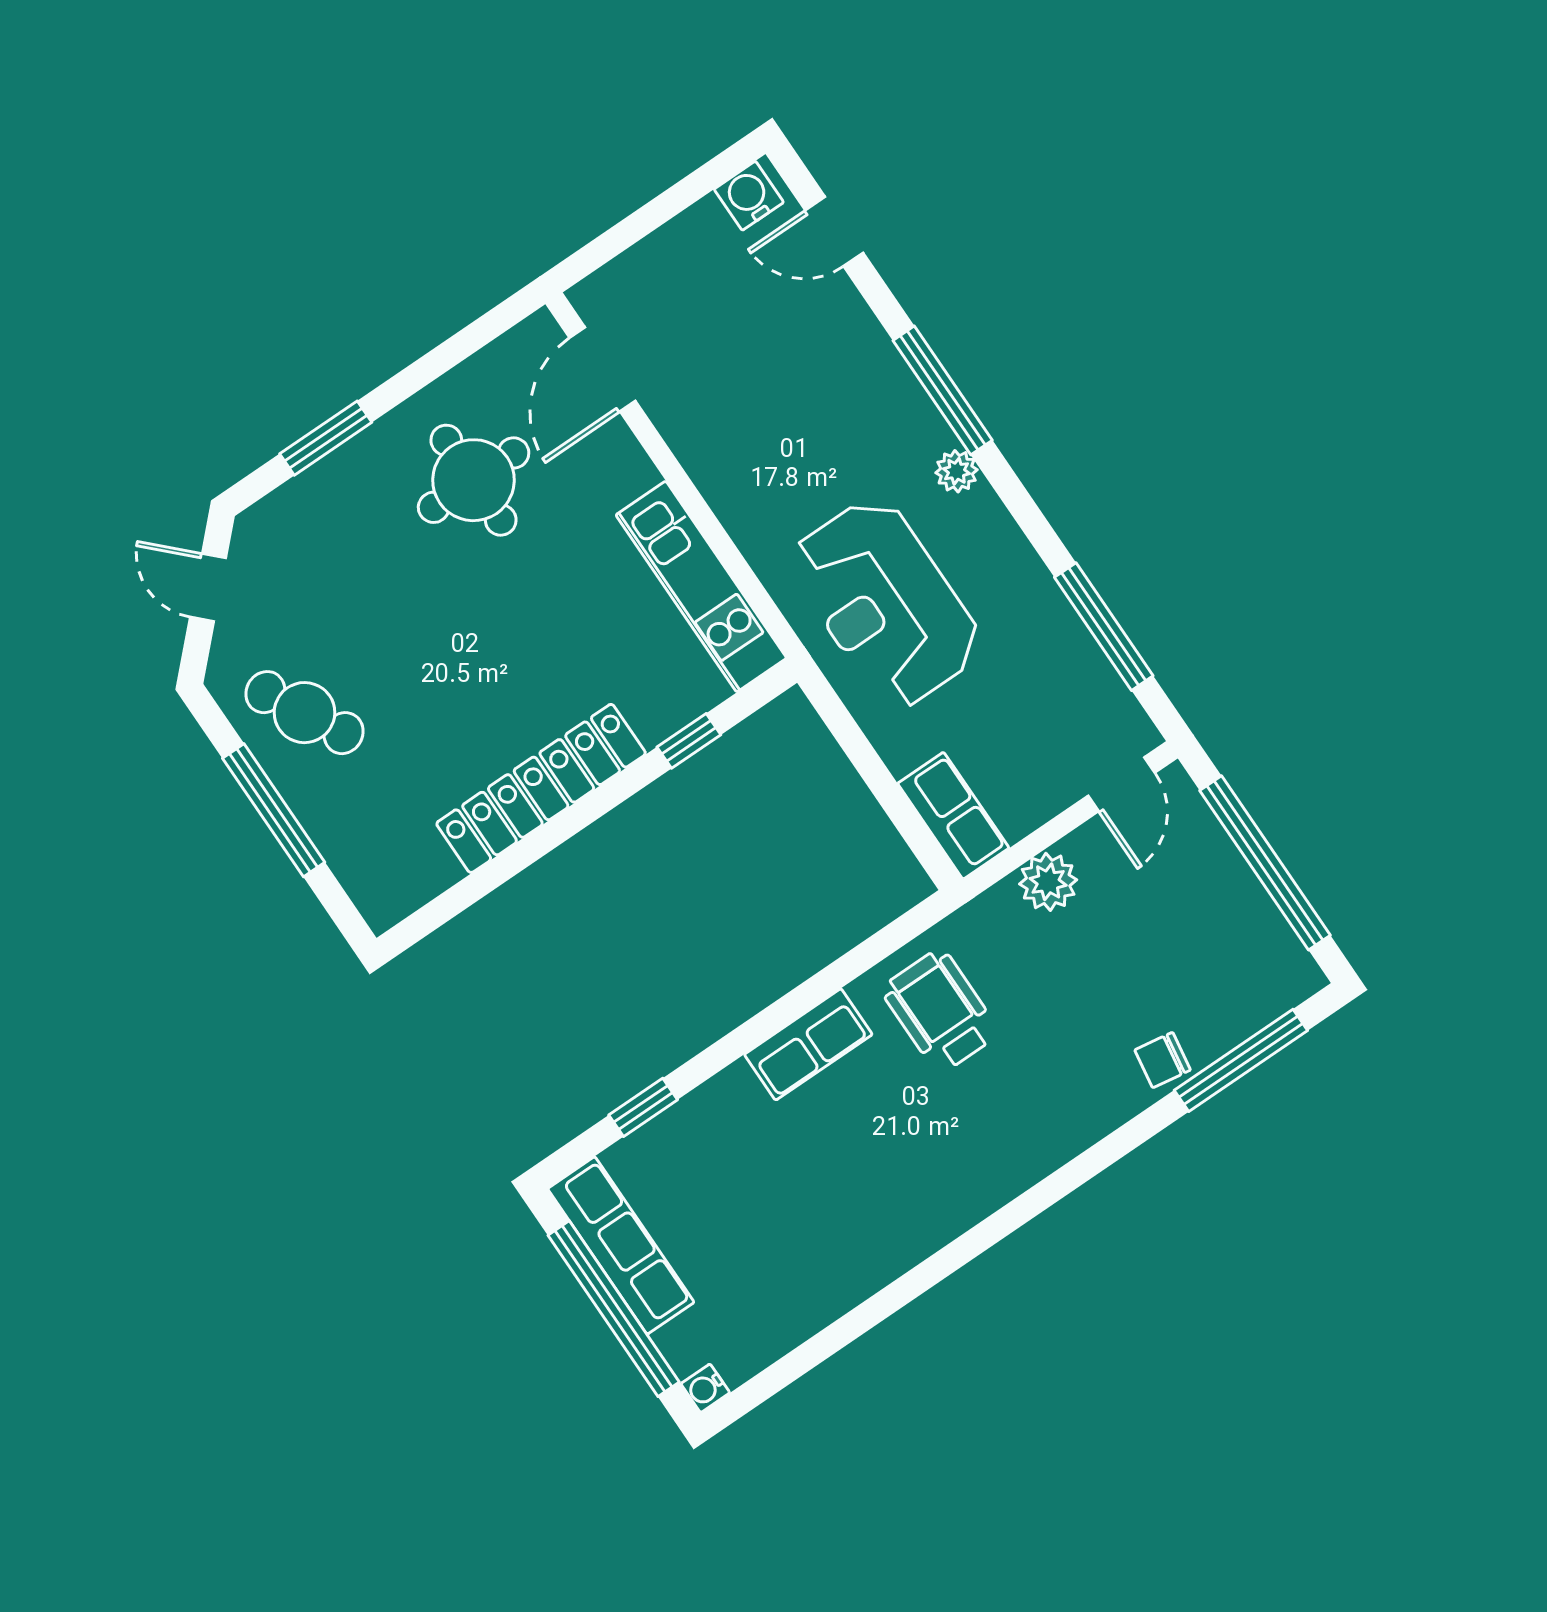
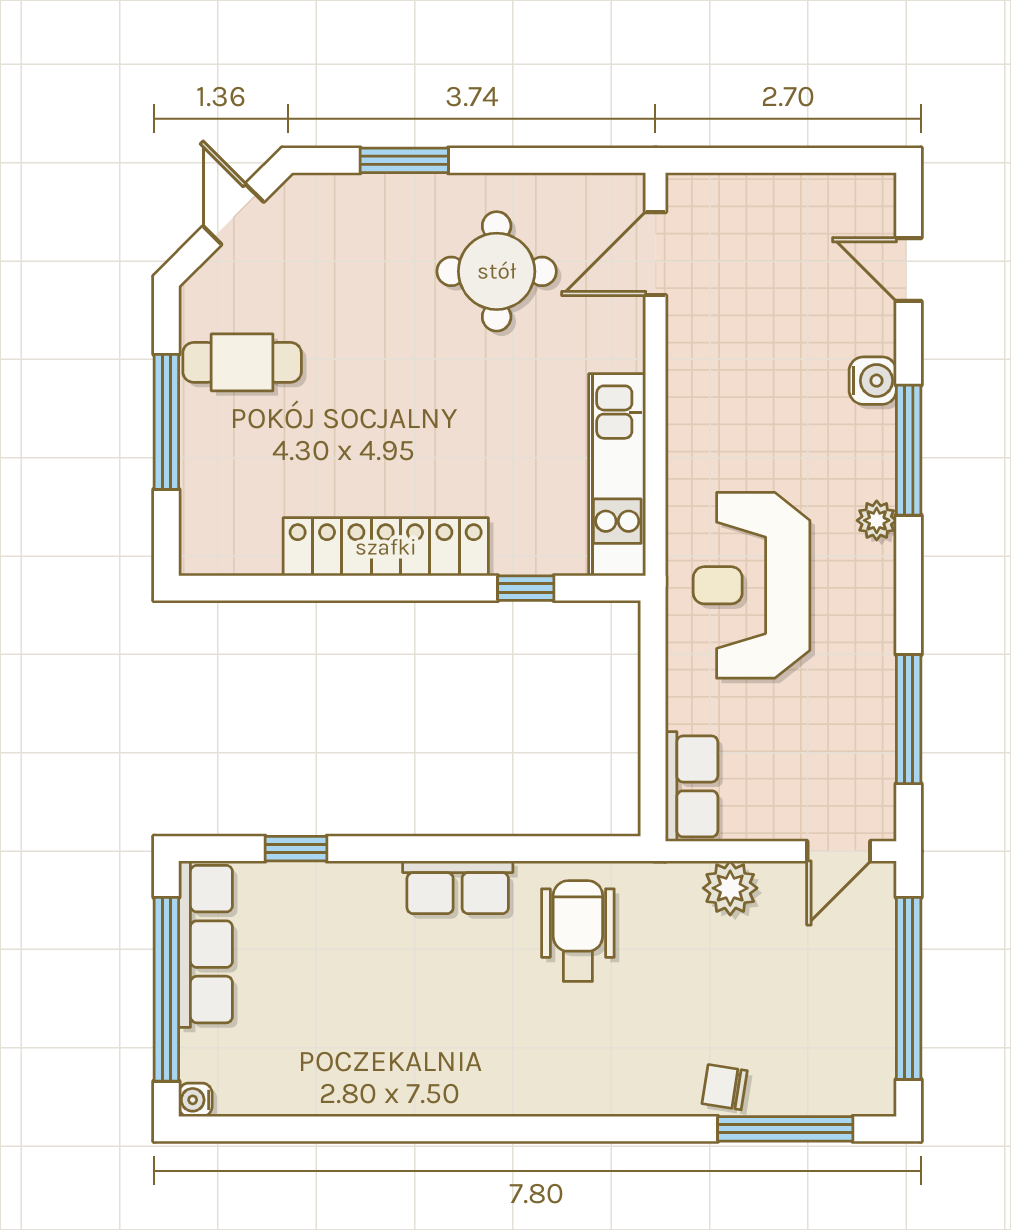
water cooler: (749, 196) -> (873, 381), moved, turned 90
cafe table: (304, 713) -> (242, 362), turned -62

